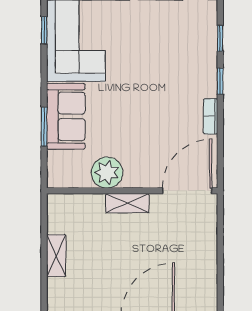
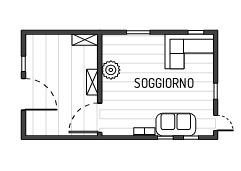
sofa: (66, 116) -> (176, 125), moved, turned 180
door: (187, 191) -> (100, 118), swing flipped
shelving: (56, 256) -> (85, 40), moved

